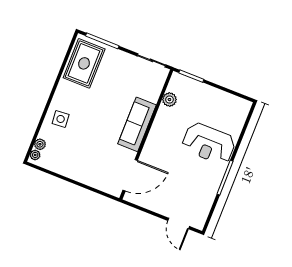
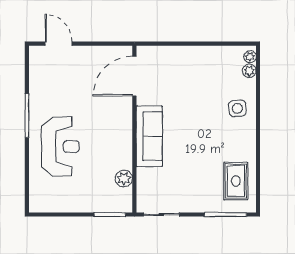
rug: (84, 63) -> (236, 181), width x0.73, depth x0.70
reception desk: (209, 144) -> (60, 147), turned 90

